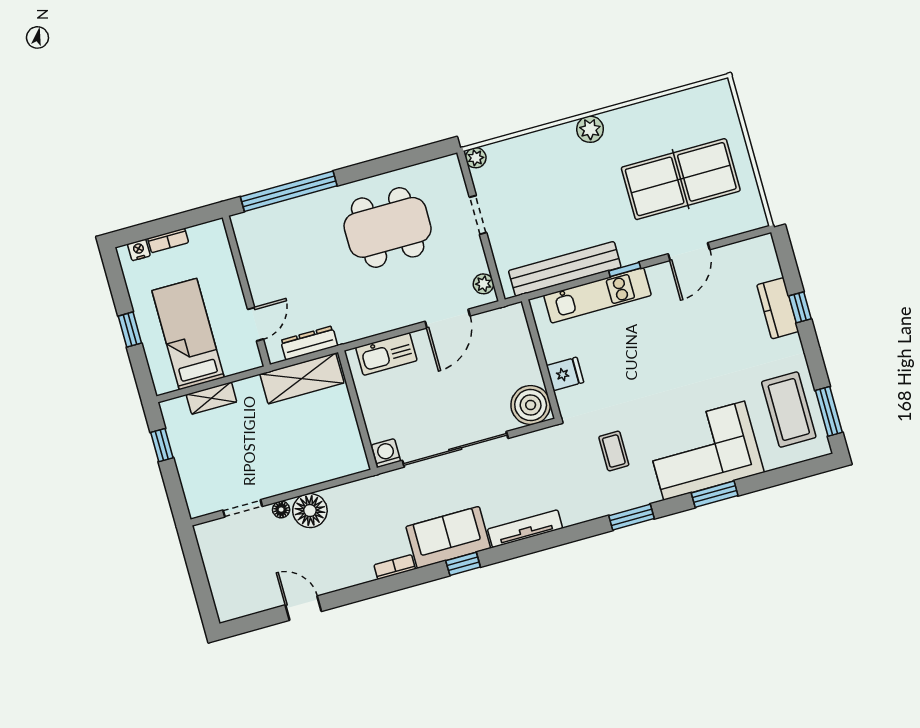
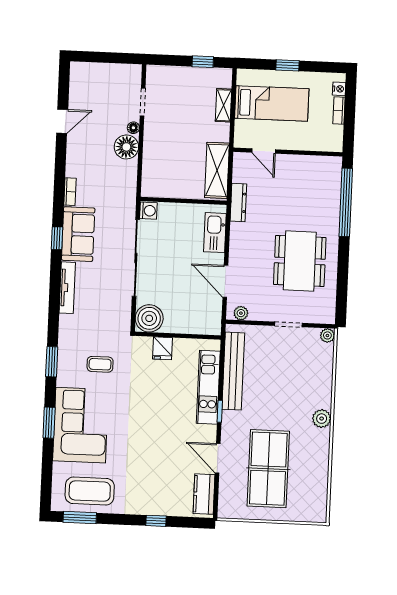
kitchen counter: (778, 308) -> (204, 494), moved, turned -90
dresser: (309, 343) -> (238, 203), moved

